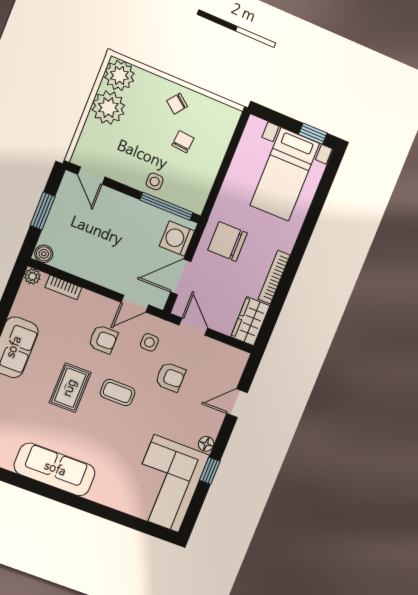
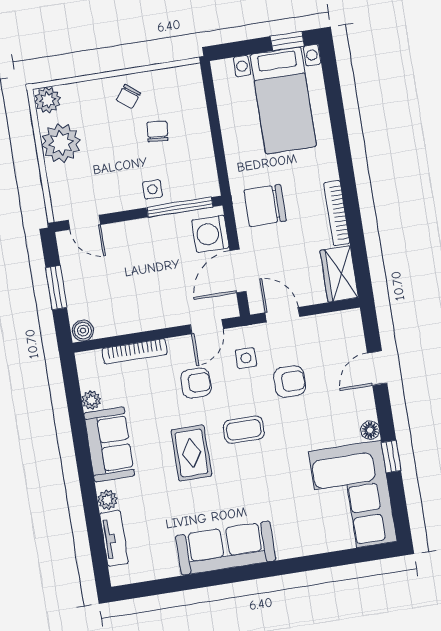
plant: (119, 75) -> (47, 100), width x0.73, depth x0.73
plant: (32, 276) -> (91, 400), moved
bookcase: (63, 287) -> (135, 351), width x1.56

